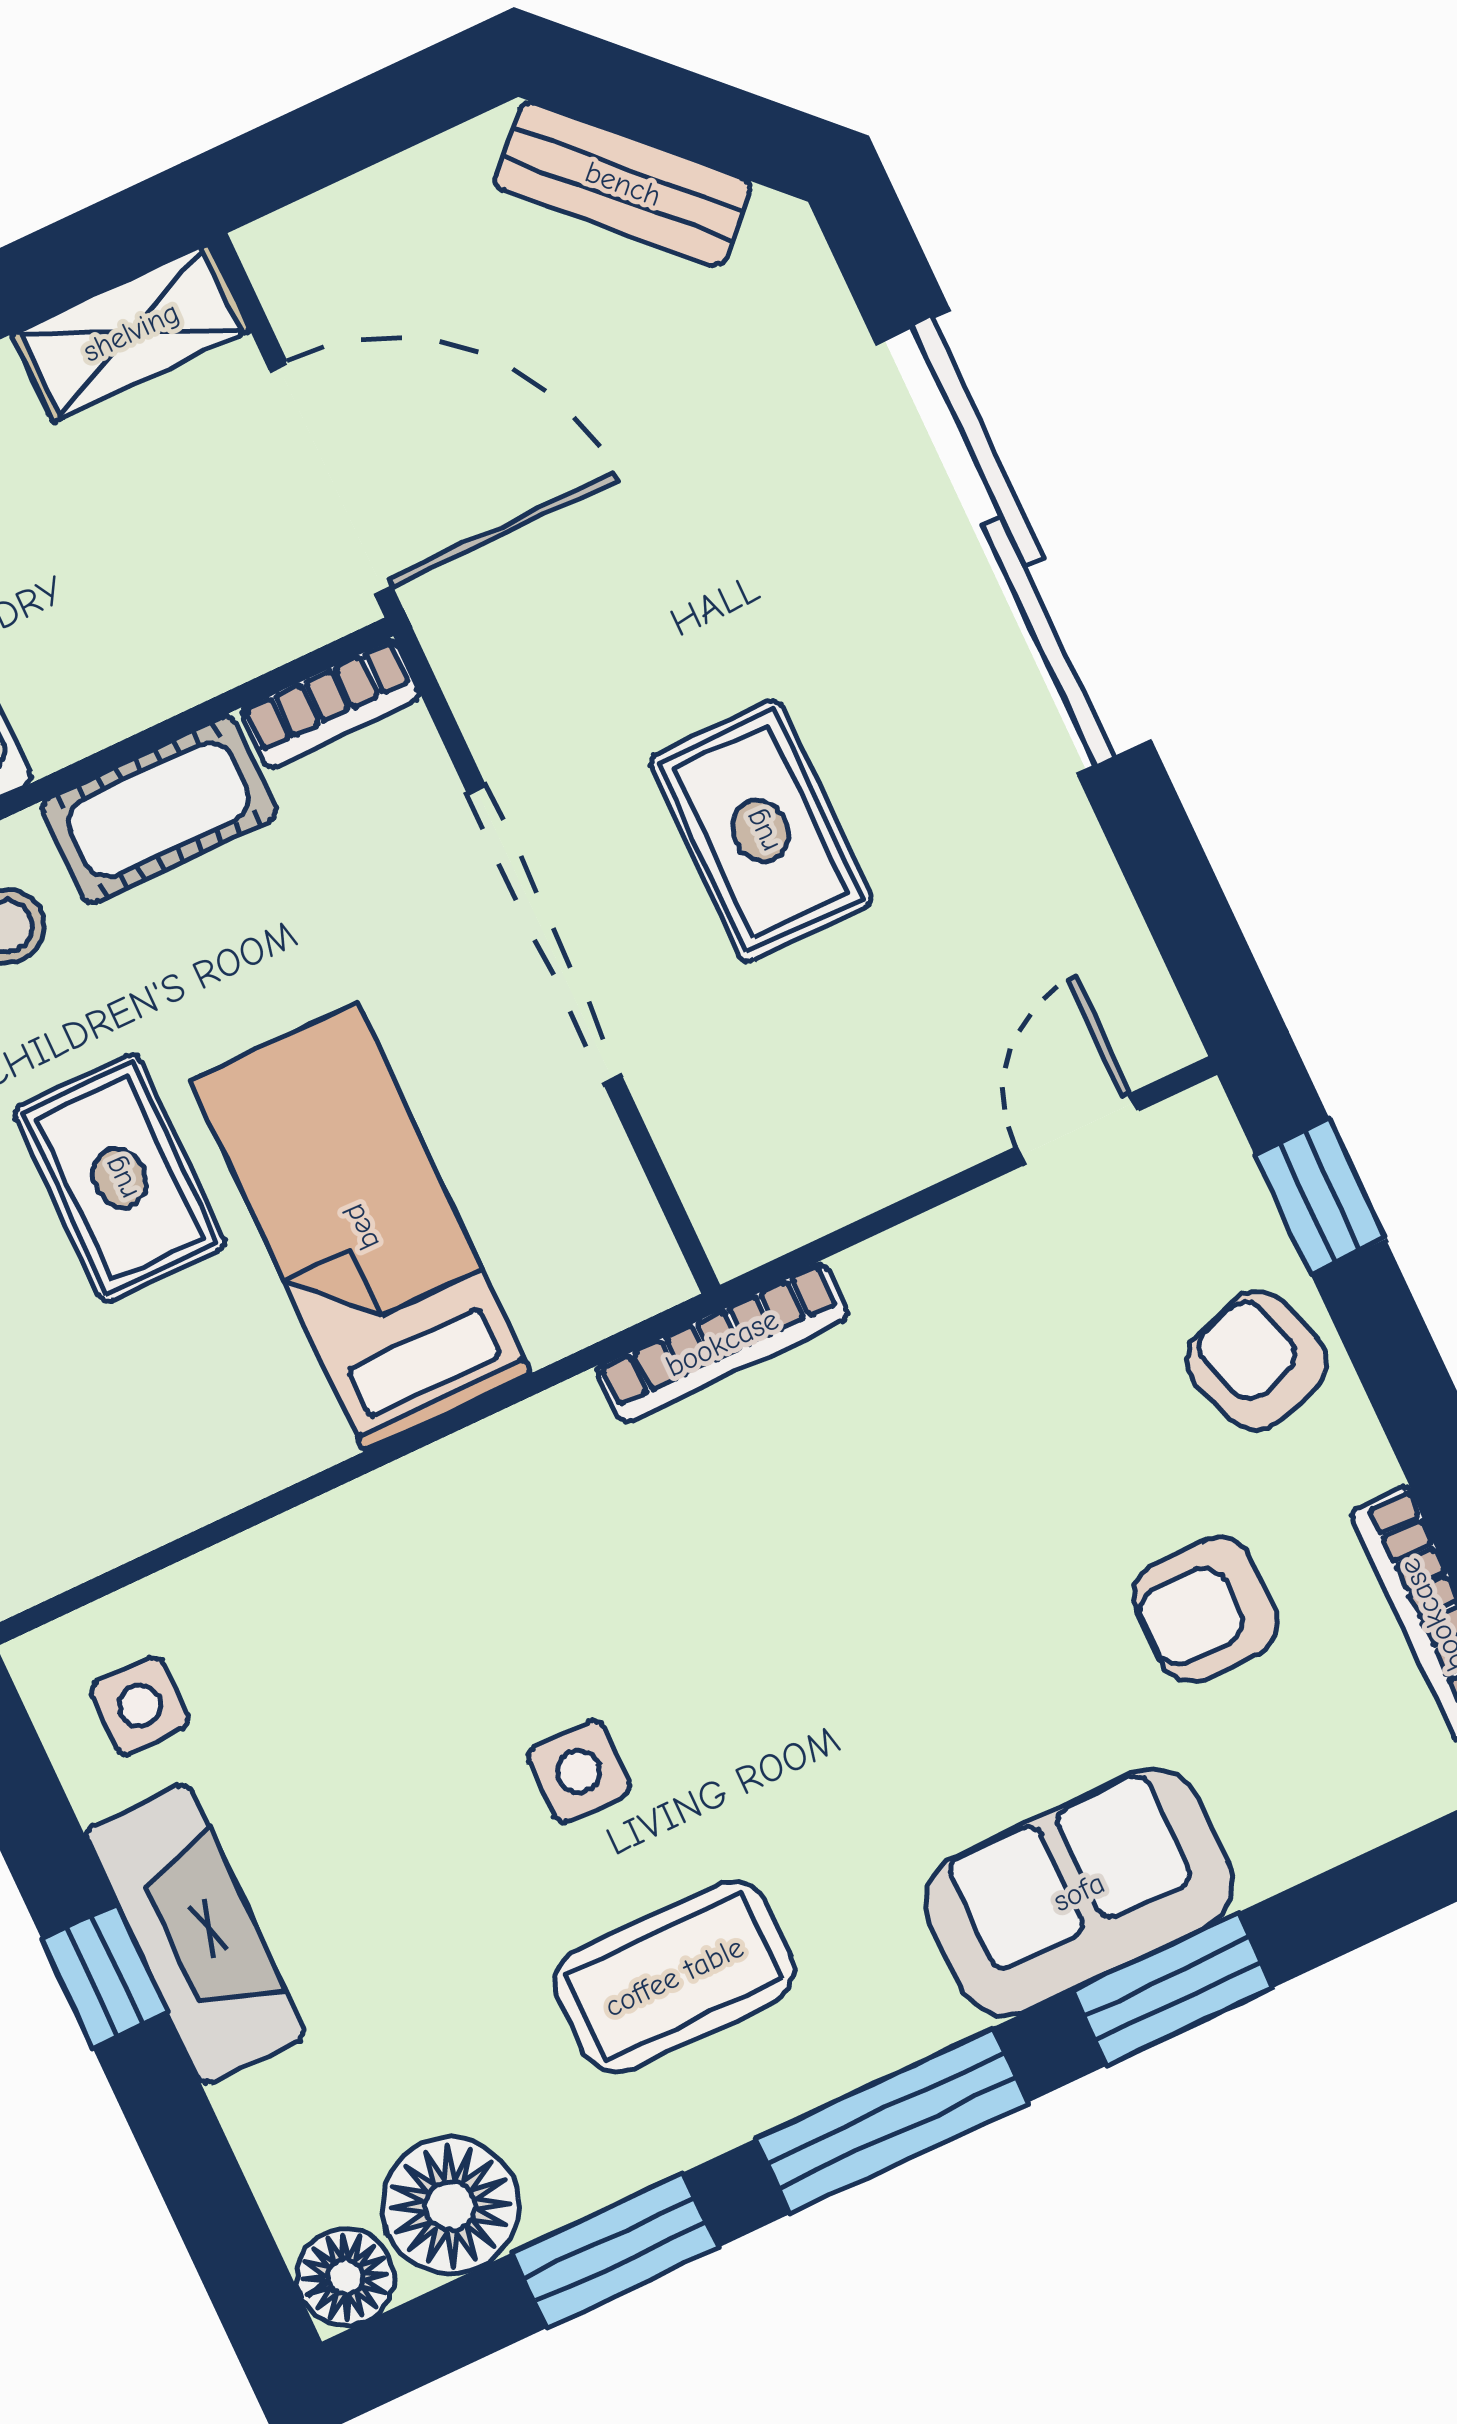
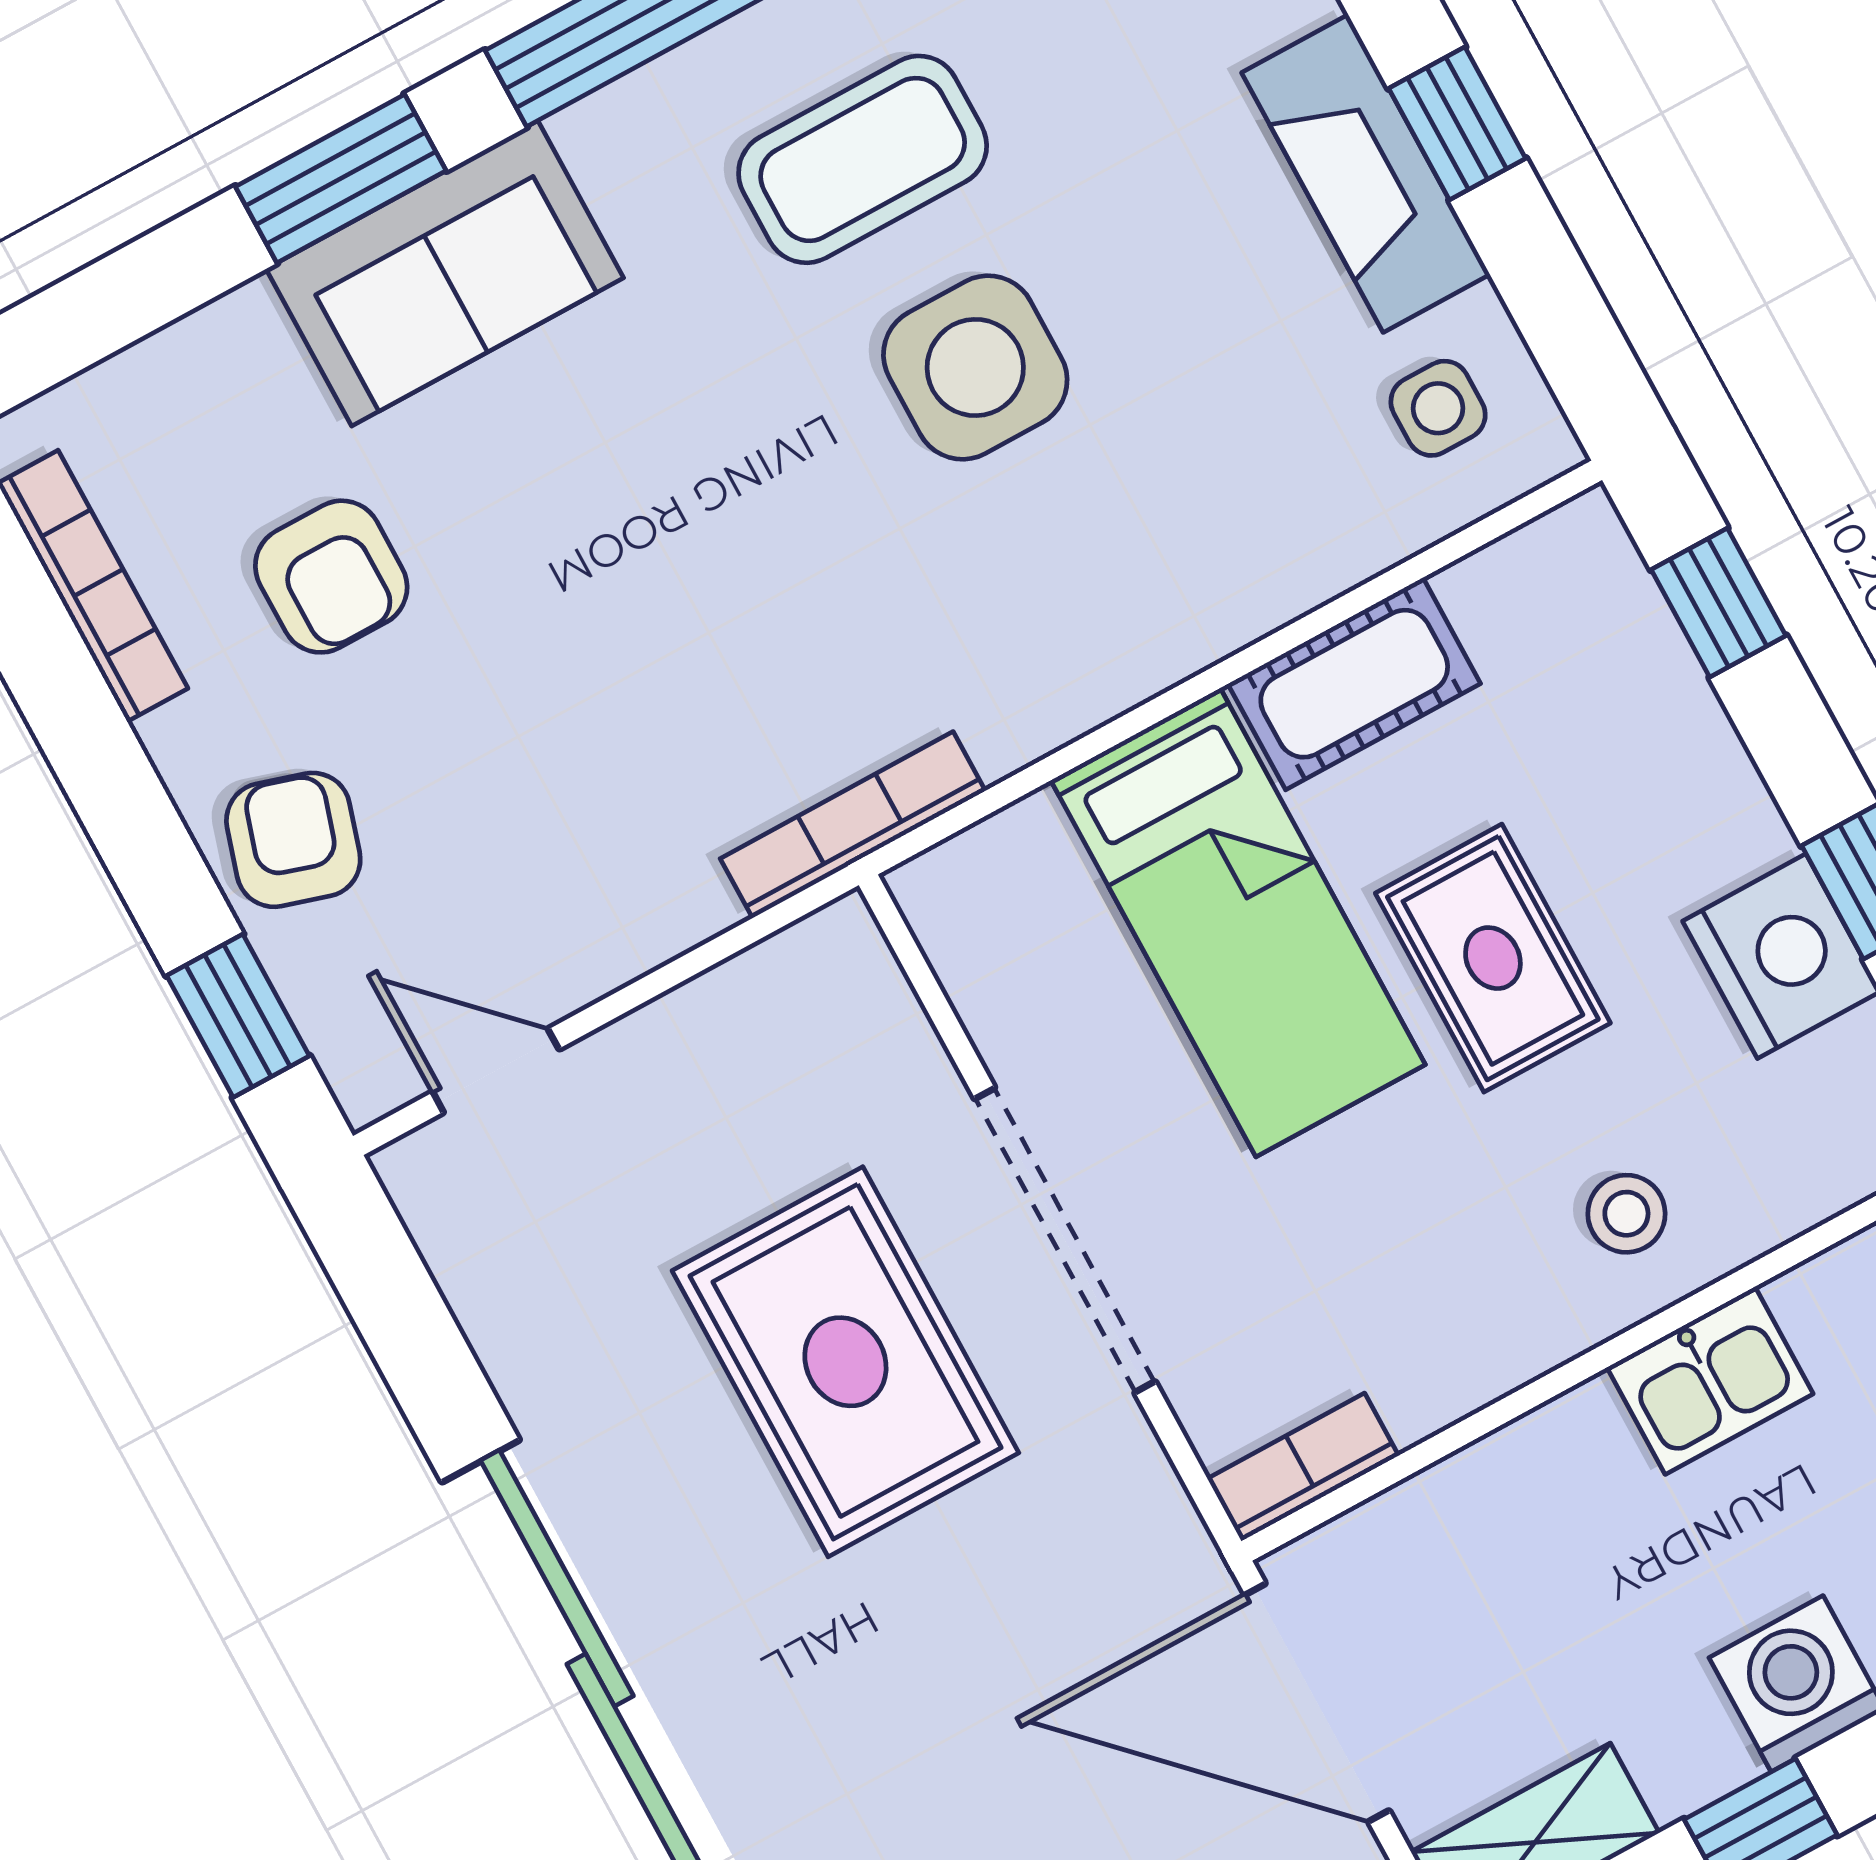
cot: (159, 810) -> (1354, 684), moved
rug: (761, 831) -> (845, 1362), width x1.36, depth x1.43
door: (1077, 1129) -> (496, 1071), swing flipped
armchair: (1257, 1361) -> (293, 840), turned -144
armchair: (1205, 1610) -> (331, 577), turned 90
side table: (579, 1772) -> (975, 367), width x1.87, depth x1.87

